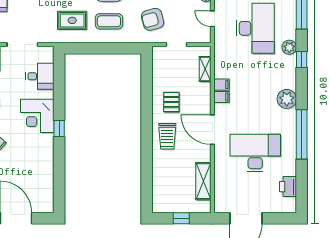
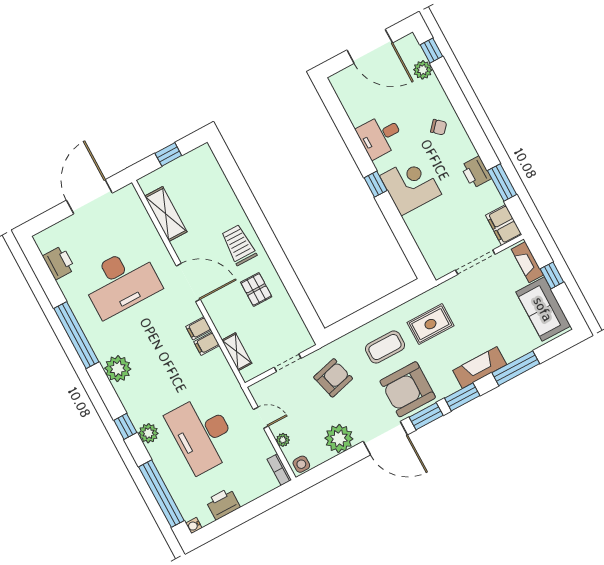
desk: (40, 76) -> (380, 136), moved

